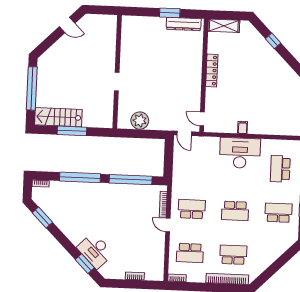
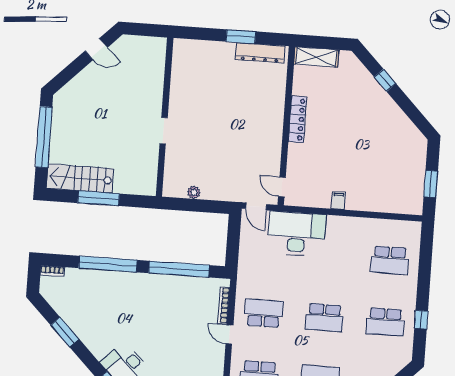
plant: (140, 121) -> (194, 192), width x0.53, depth x0.53
desk: (240, 153) -> (297, 234), moved
school desk: (280, 169) -> (390, 260), turned -90
school desk: (278, 213) -> (385, 322), turned 180
window: (42, 217) -> (65, 332), moved

